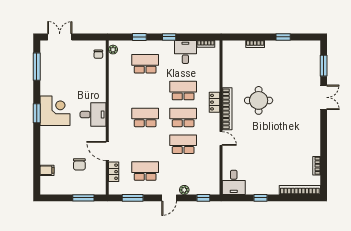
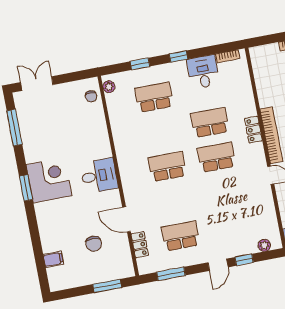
school desk: (183, 144) -> (223, 192), removed
plant: (184, 190) -> (264, 245), moved
window: (203, 198) -> (244, 260), moved

